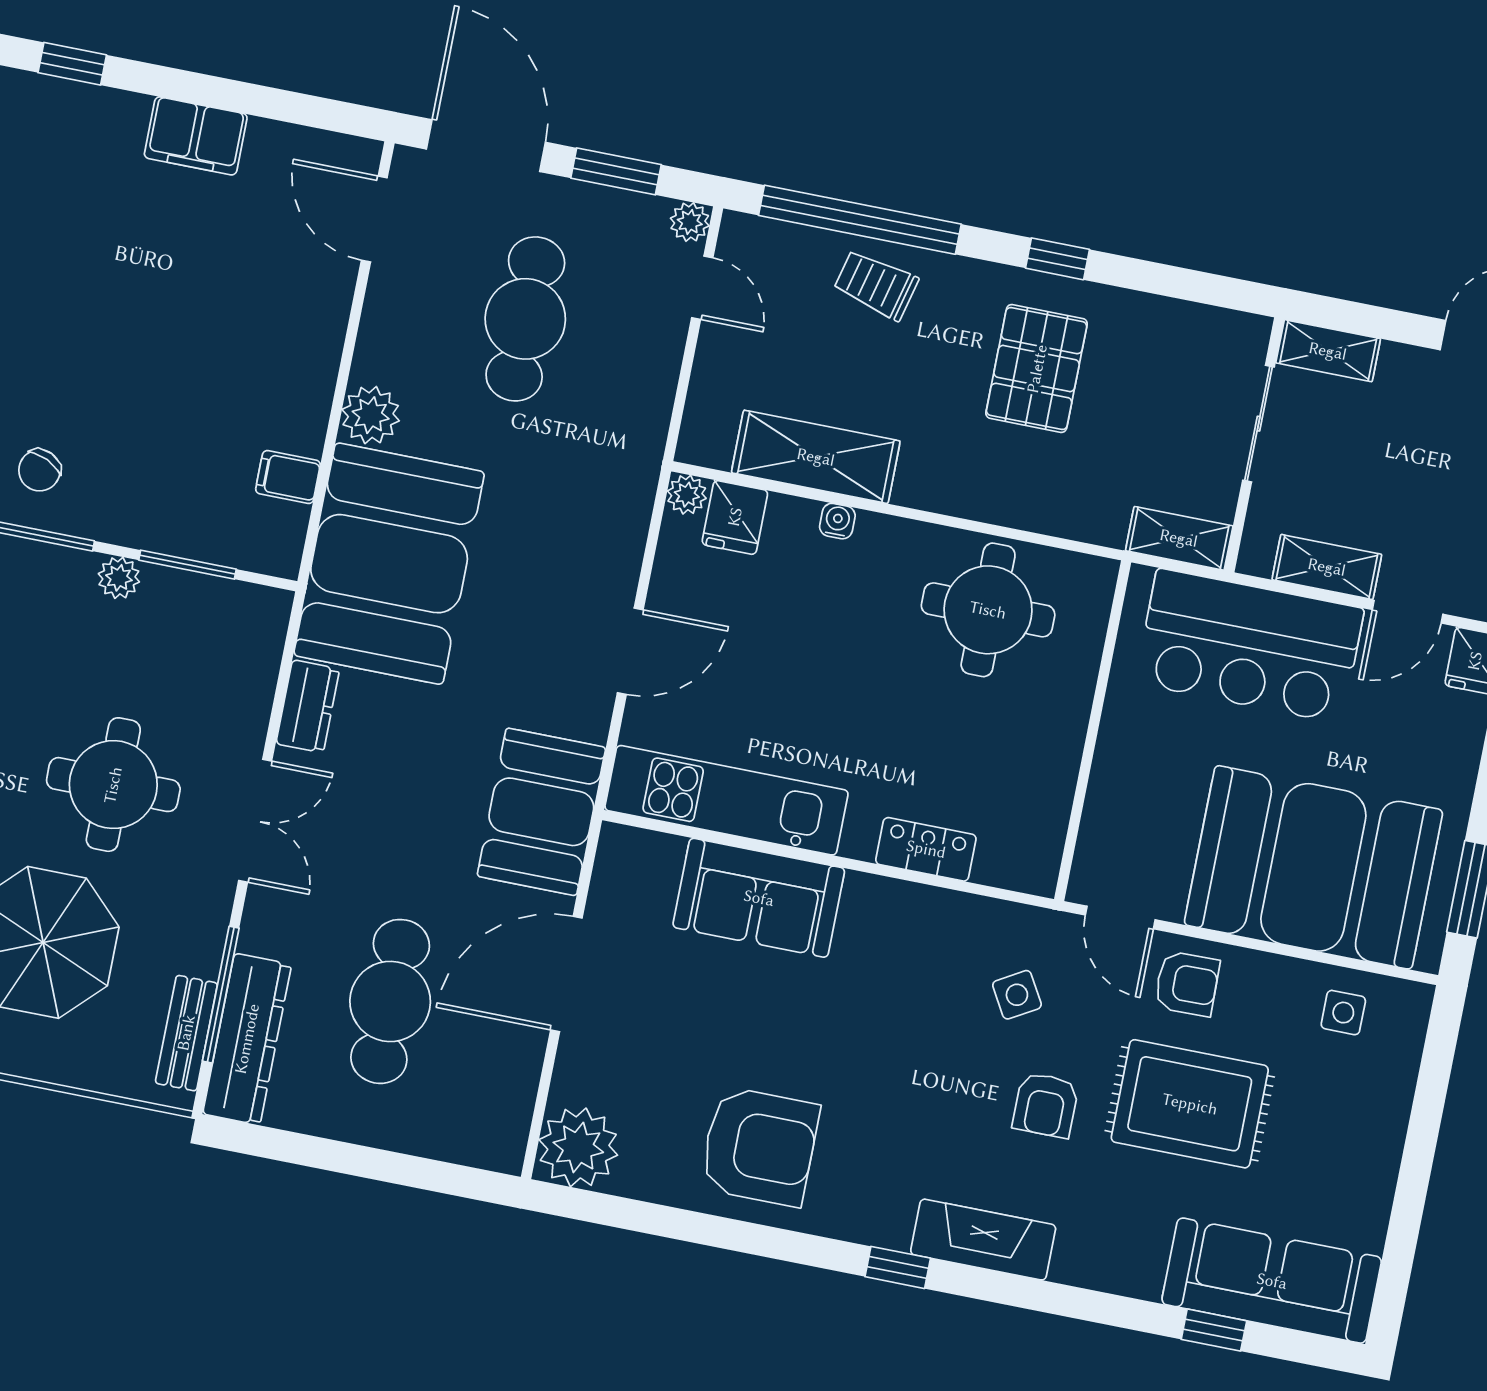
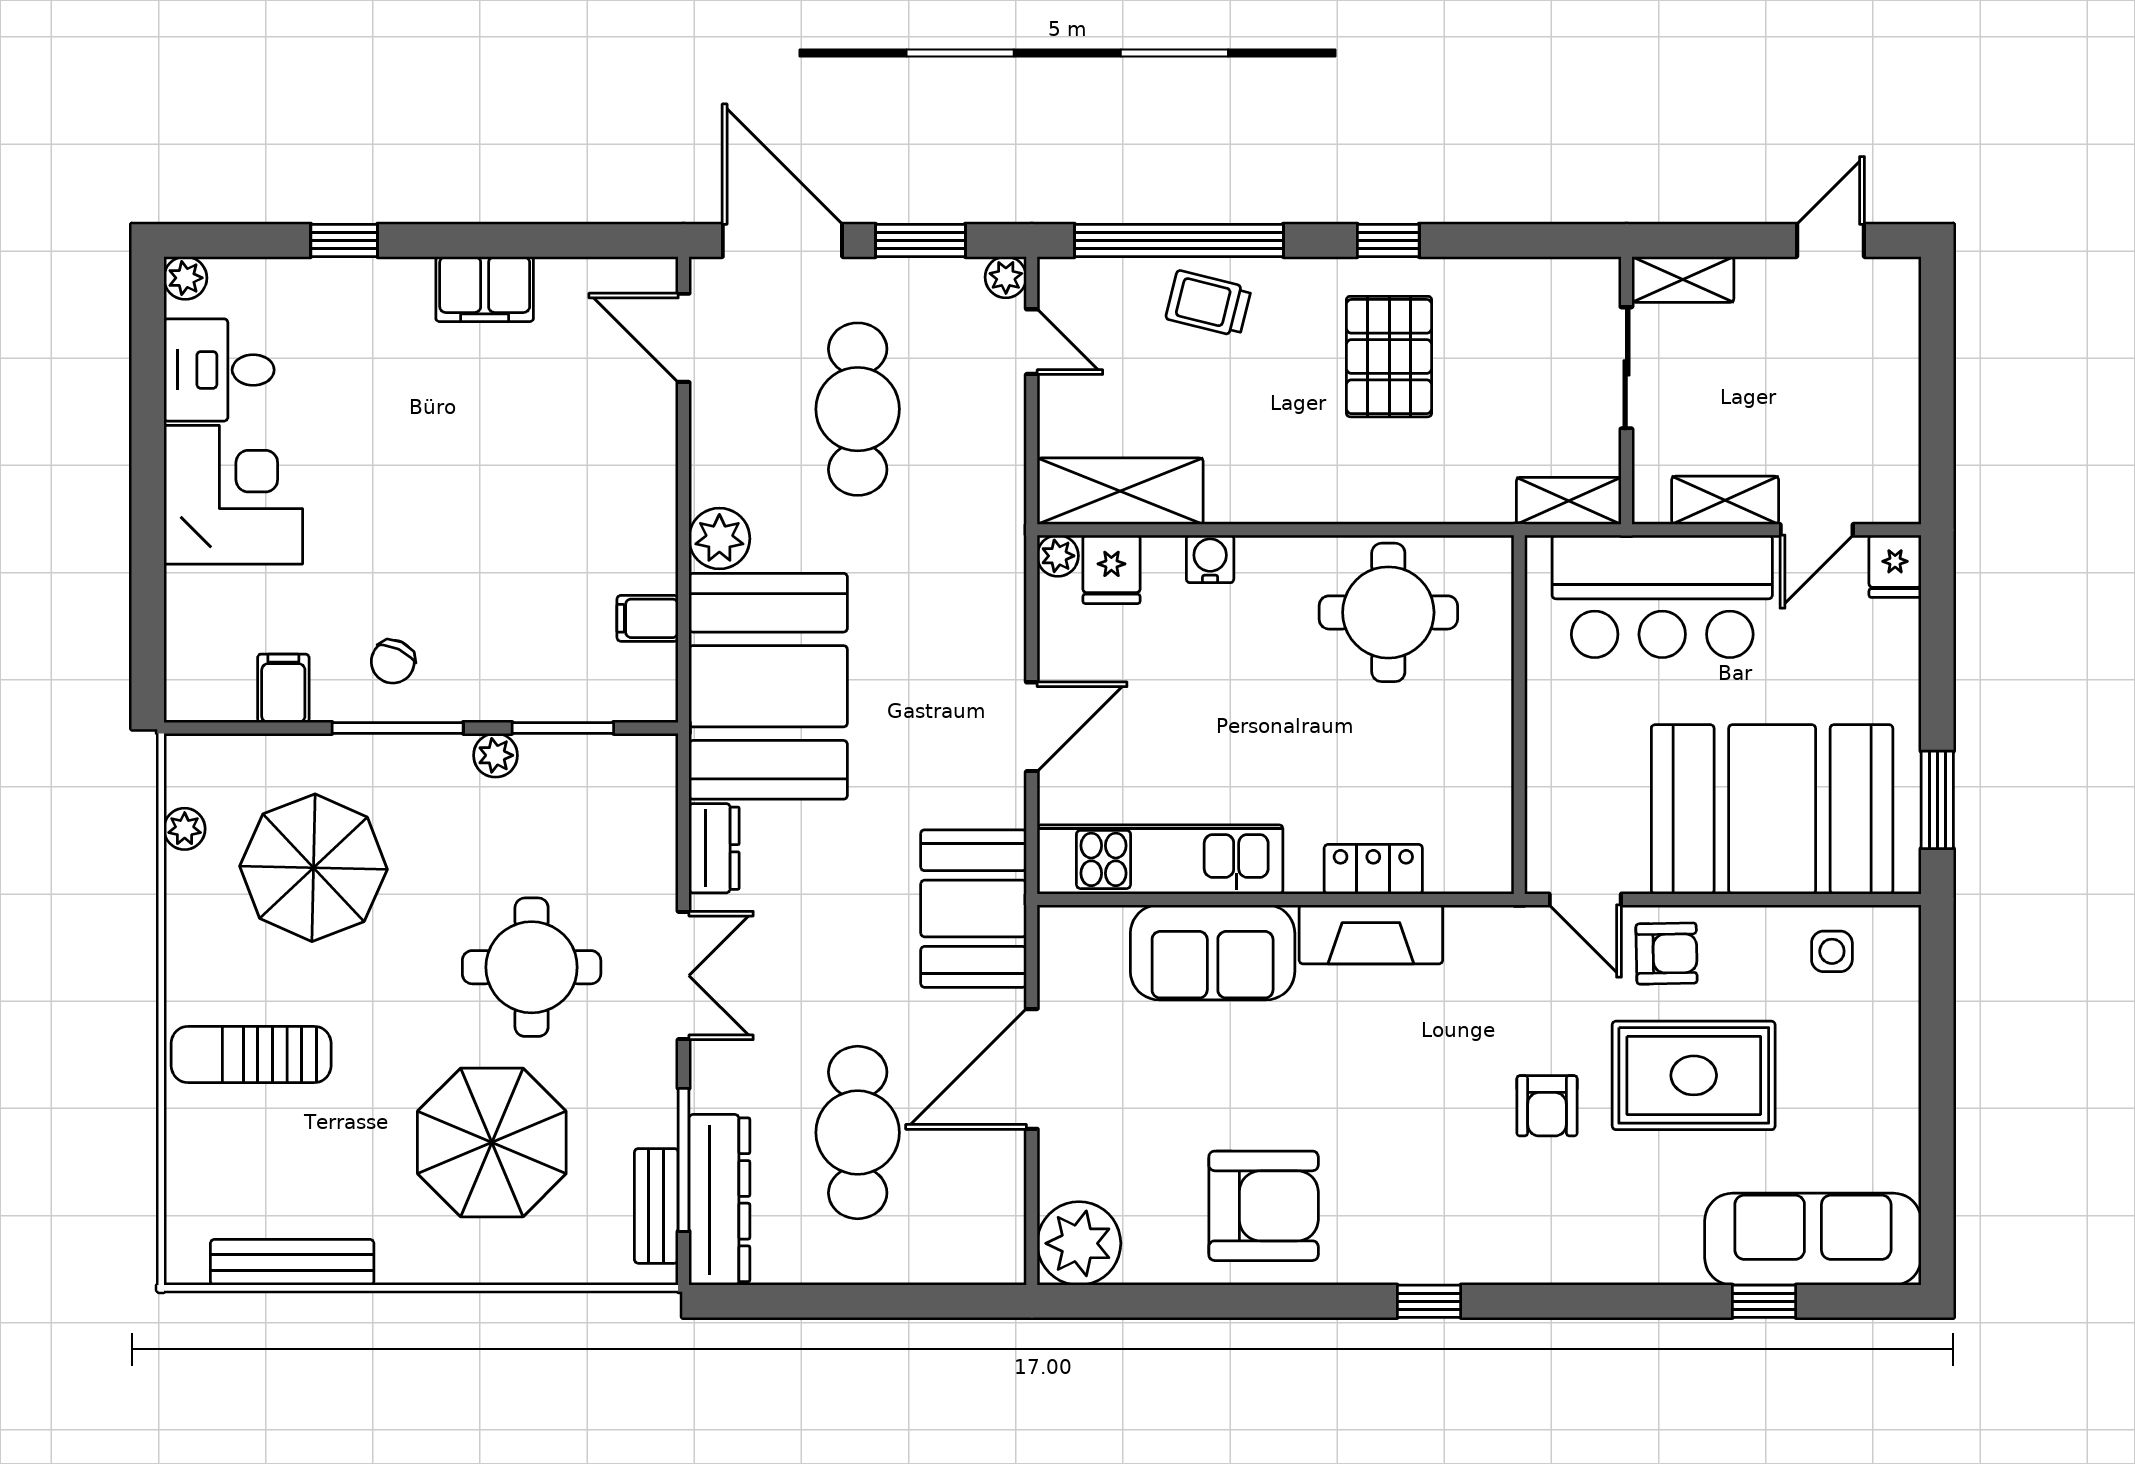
shelving: (816, 457) -> (1120, 491), moved
water cooler: (837, 521) -> (1210, 559), width x1.38, depth x1.38
side table: (1017, 995) -> (1496, 999), removed
fireplace: (983, 1240) -> (1371, 934), moved, turned 180

